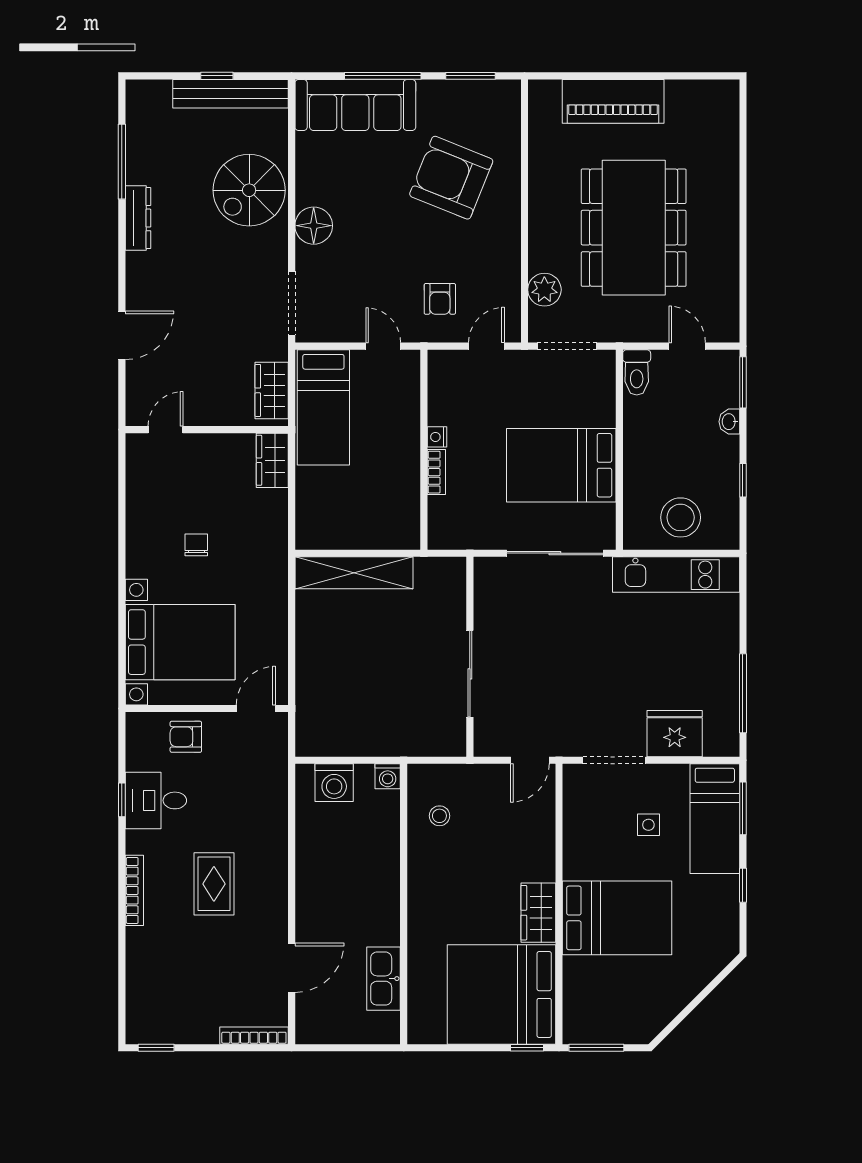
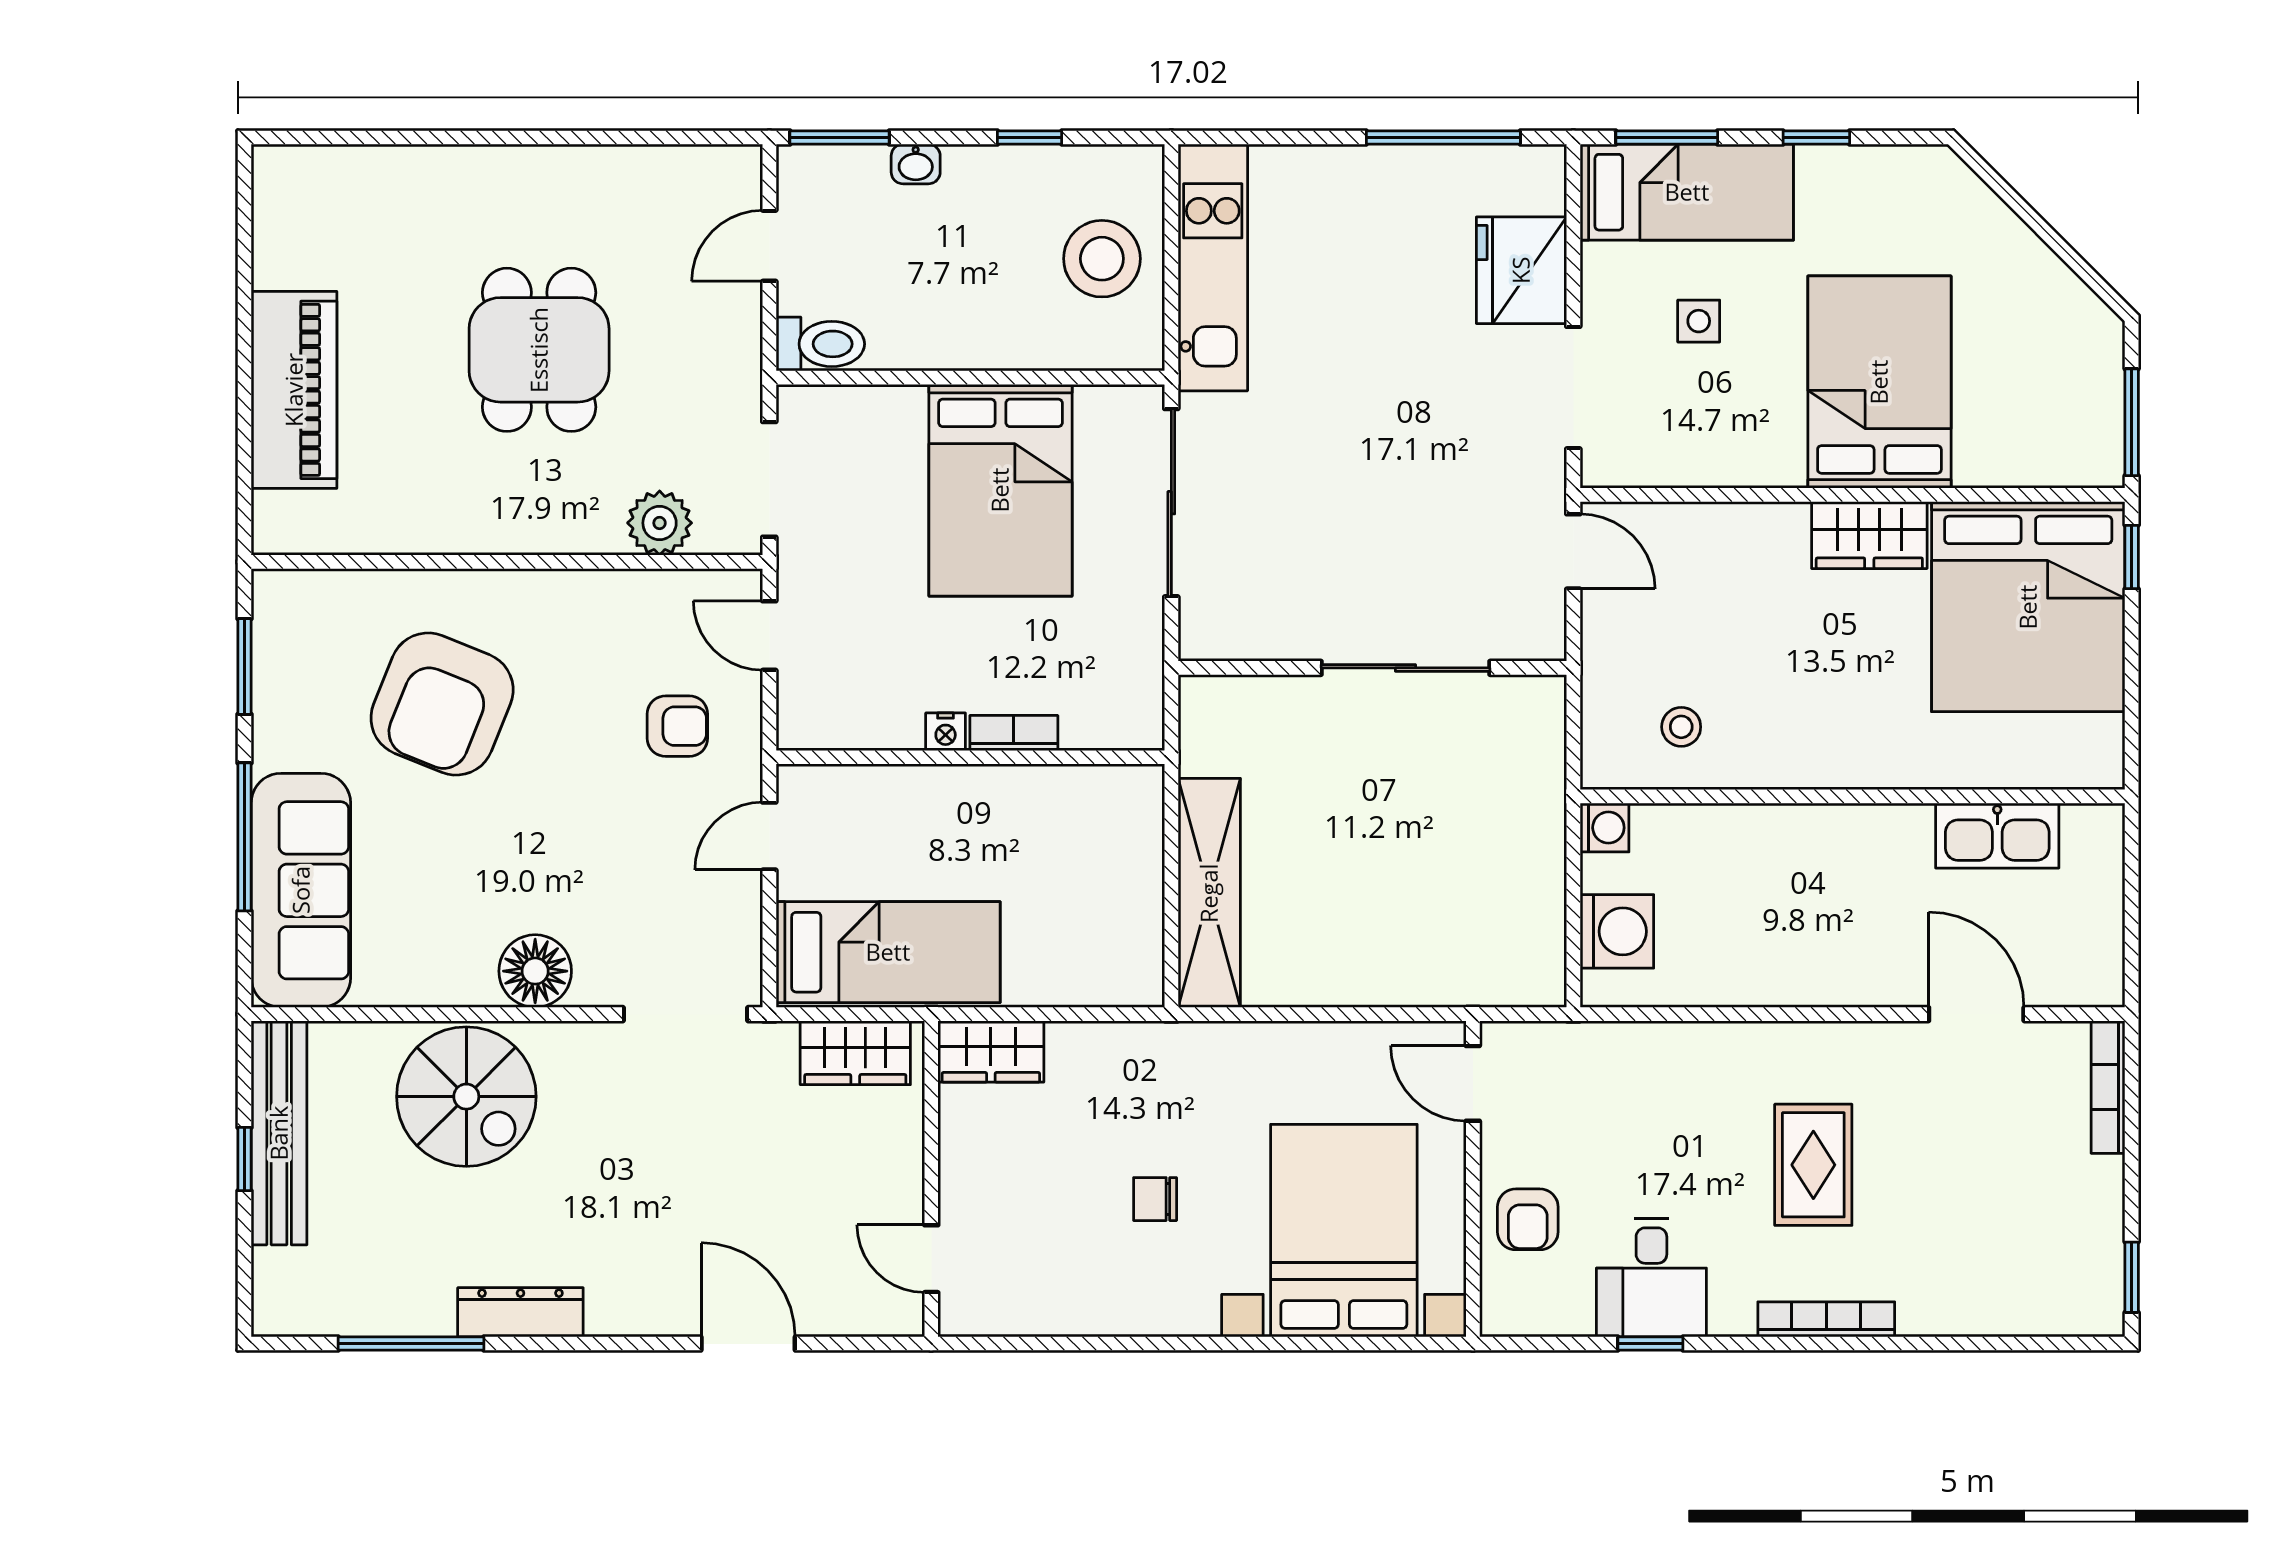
dining table: (634, 228) -> (539, 350), width x0.53, depth x0.80
rug: (214, 884) -> (1813, 1165), turned 90

